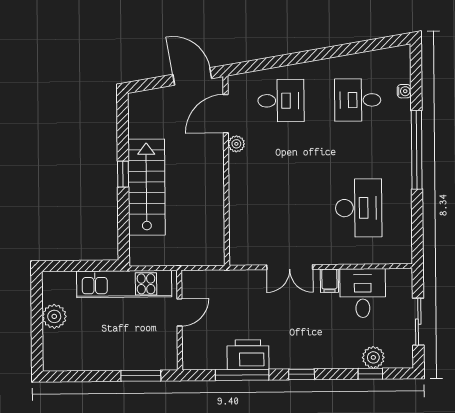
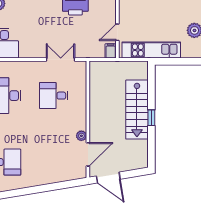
desk: (281, 101) -> (54, 96), moved
double door: (290, 267) -> (61, 60), moved
filing cabinet: (329, 281) -> (111, 51), moved

